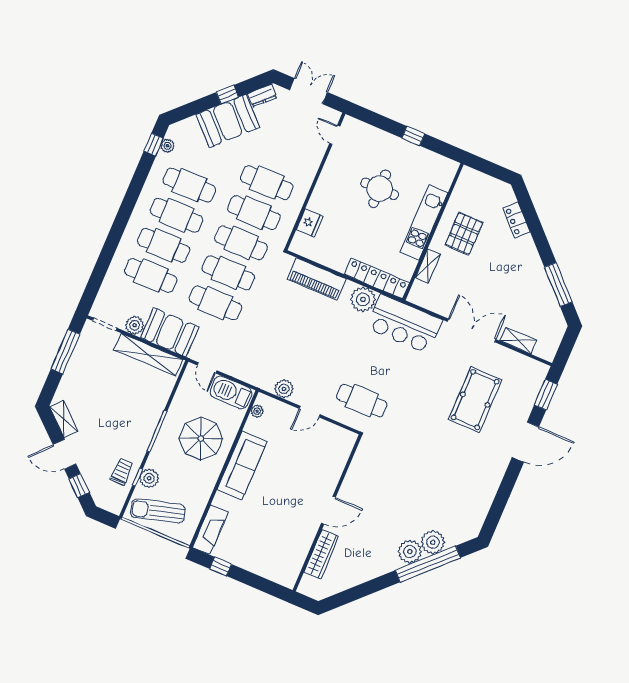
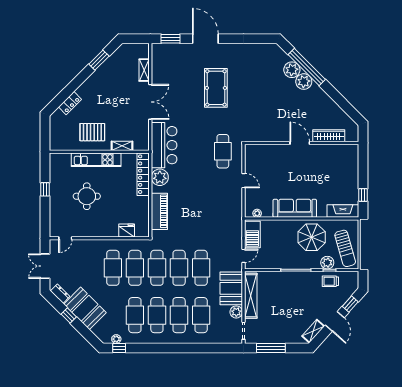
window: (558, 284) -> (99, 60), width x0.69
double door: (471, 330) -> (150, 102), swing flipped
plant: (284, 389) -> (236, 203), removed
pool table: (475, 400) -> (216, 88), moved, turned 90
parasol: (201, 439) -> (312, 237), moved

